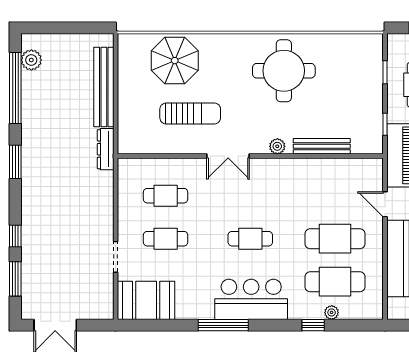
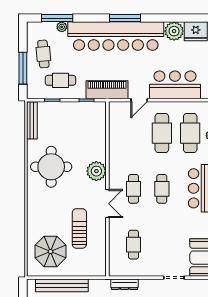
parasol: (175, 61) -> (51, 252), moved
plant: (277, 146) -> (96, 171), width x1.87, depth x1.87
bench: (322, 146) -> (32, 121), moved
dresser: (106, 149) -> (125, 284), moved
cafe table: (166, 239) -> (134, 189), moved

